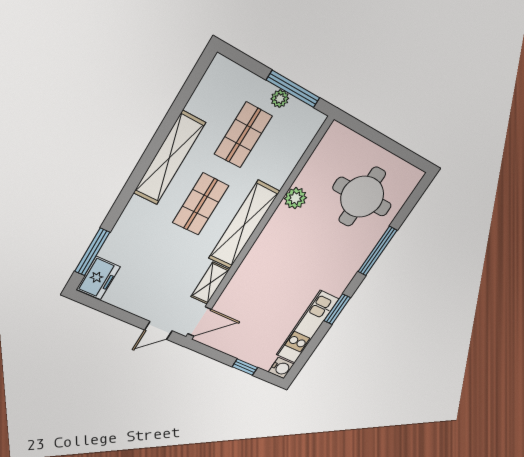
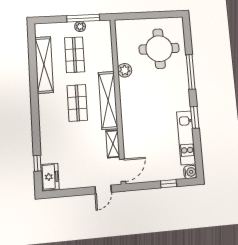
shelving: (169, 158) -> (44, 65), moved
window: (92, 252) -> (37, 163), width x0.46

